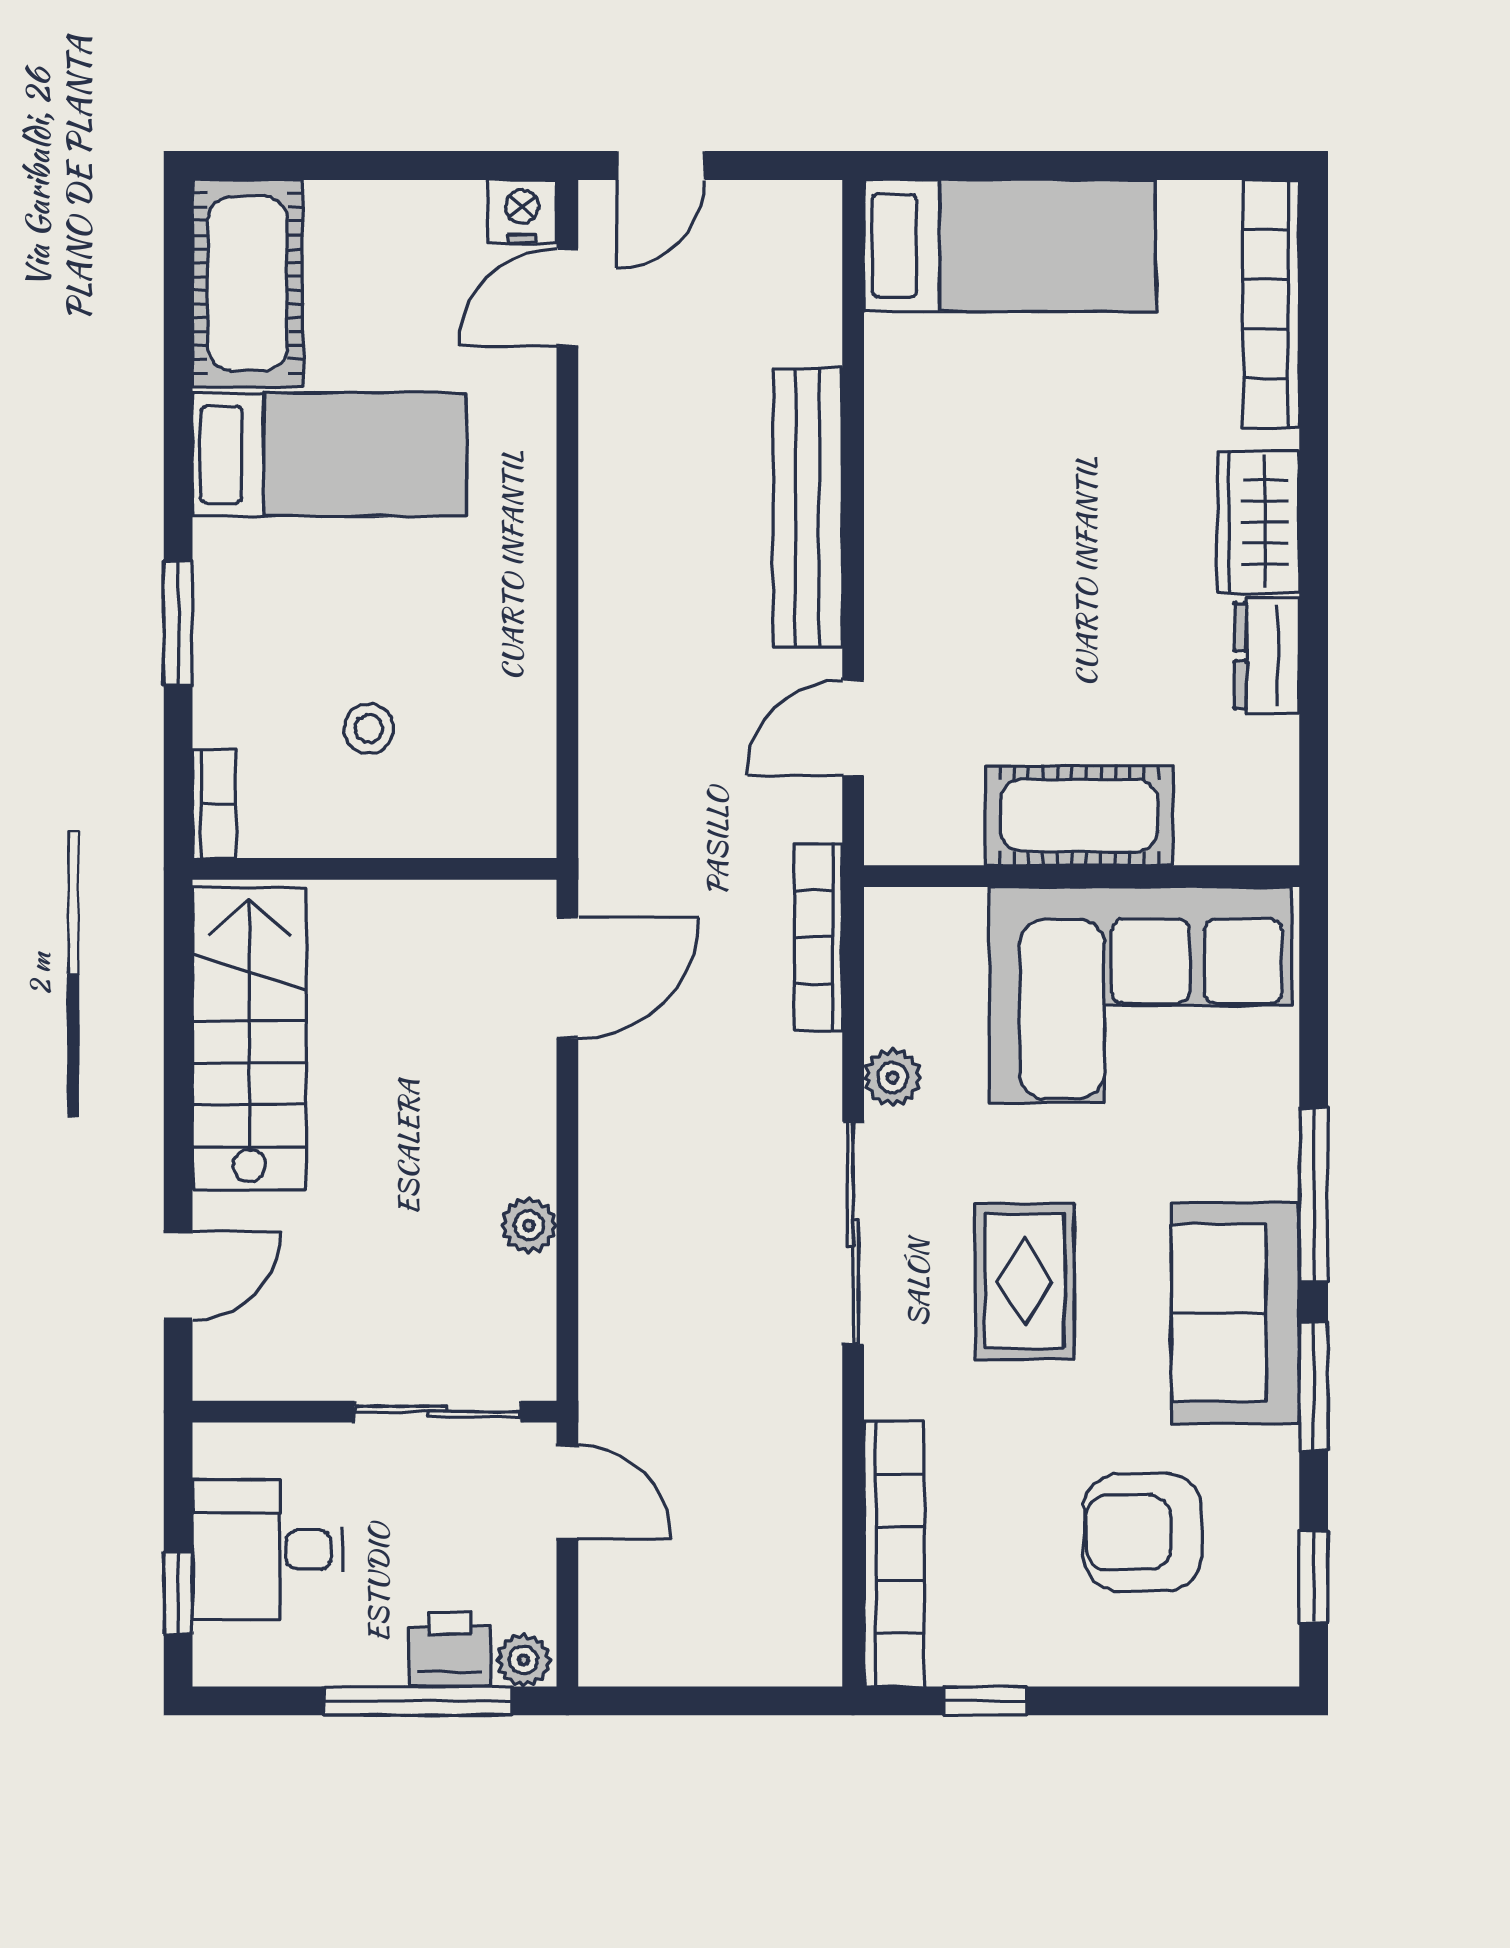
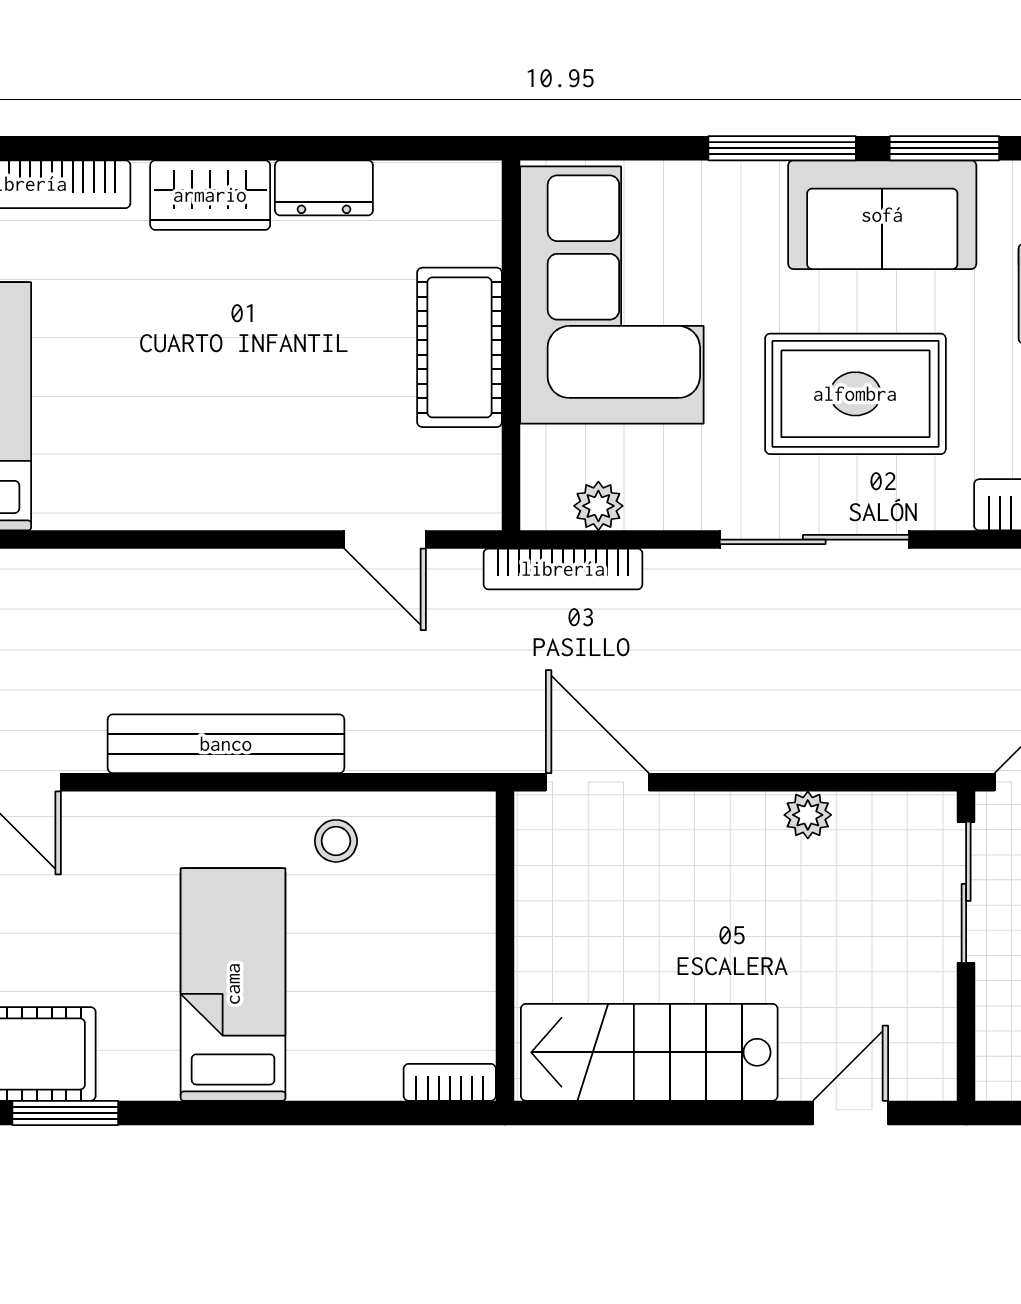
bed: (329, 454) -> (233, 984), moved
bench: (808, 507) -> (226, 744), moved
window: (178, 623) -> (65, 1113), moved
stool: (369, 729) -> (336, 841), moved
plant: (893, 1077) -> (598, 506), moved
door: (178, 1276) -> (850, 1113), hinge flipped
rug: (1025, 1281) -> (855, 394), width x1.36, depth x1.43

